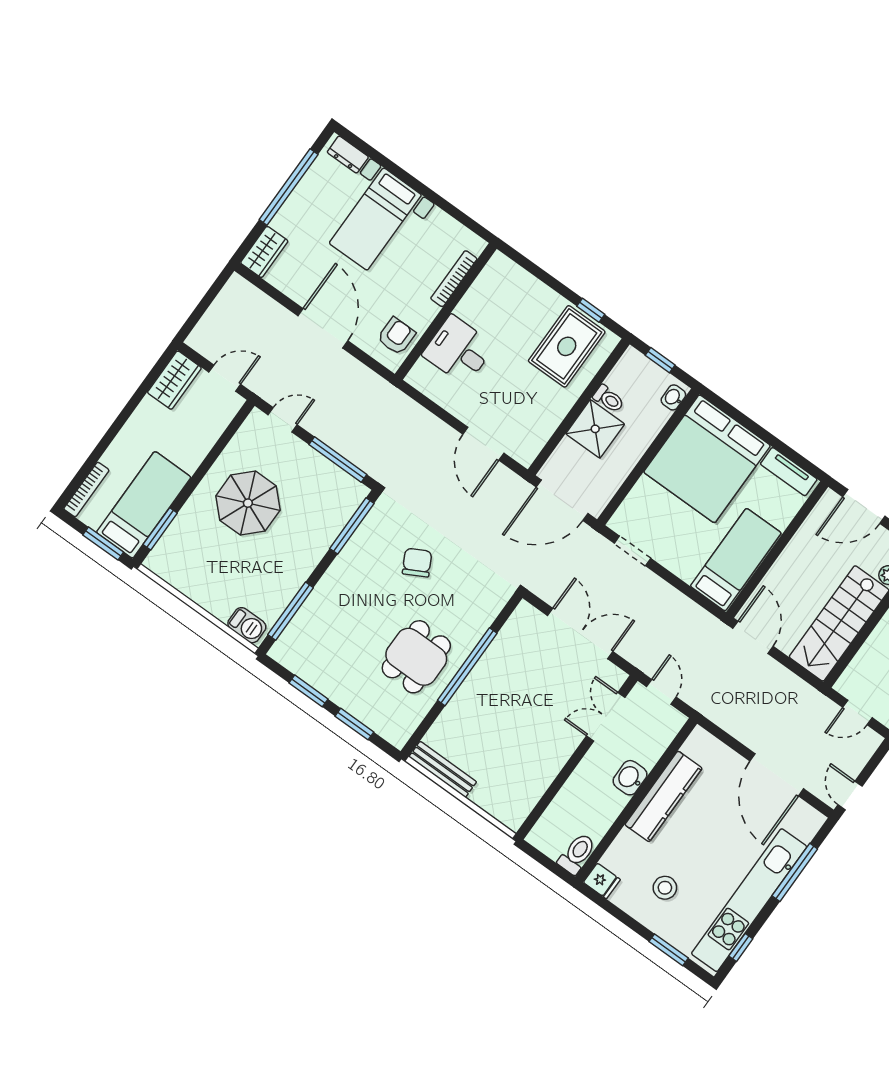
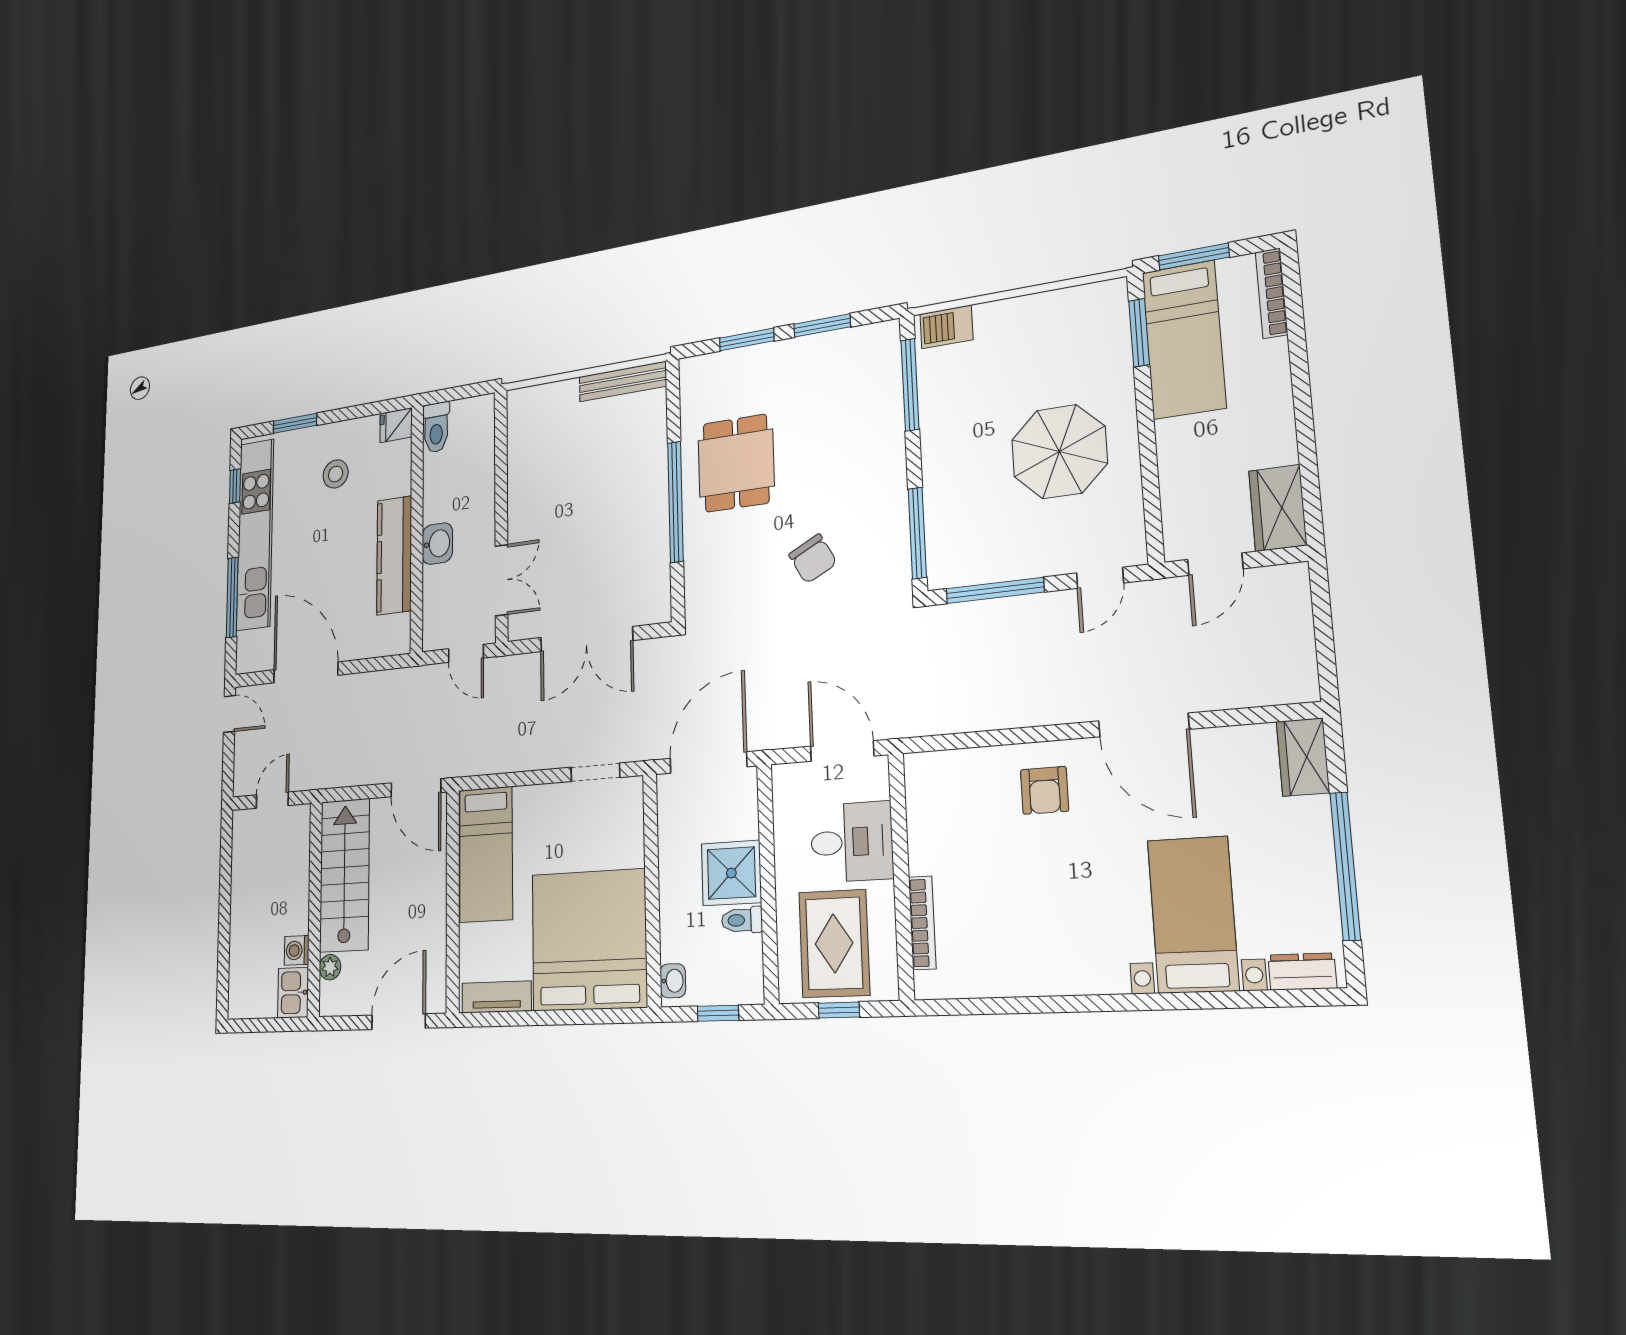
bookcase: (454, 279) -> (922, 923), moved
wall: (446, 311) -> (901, 876), moved
desk: (458, 350) -> (852, 842), moved

